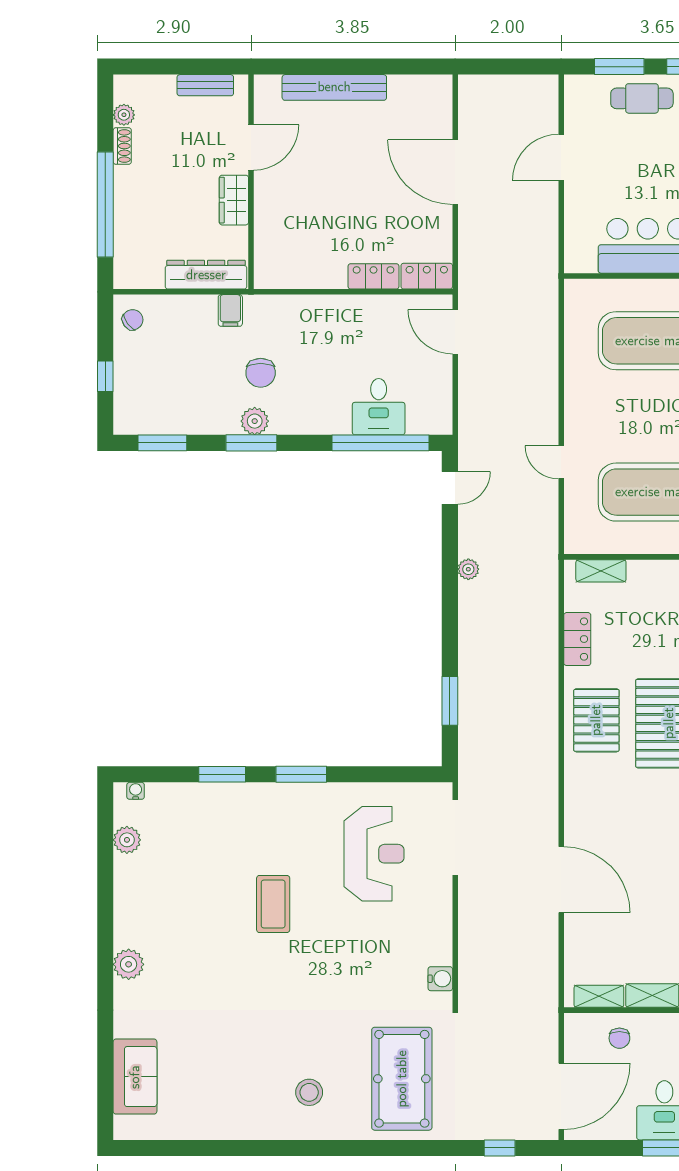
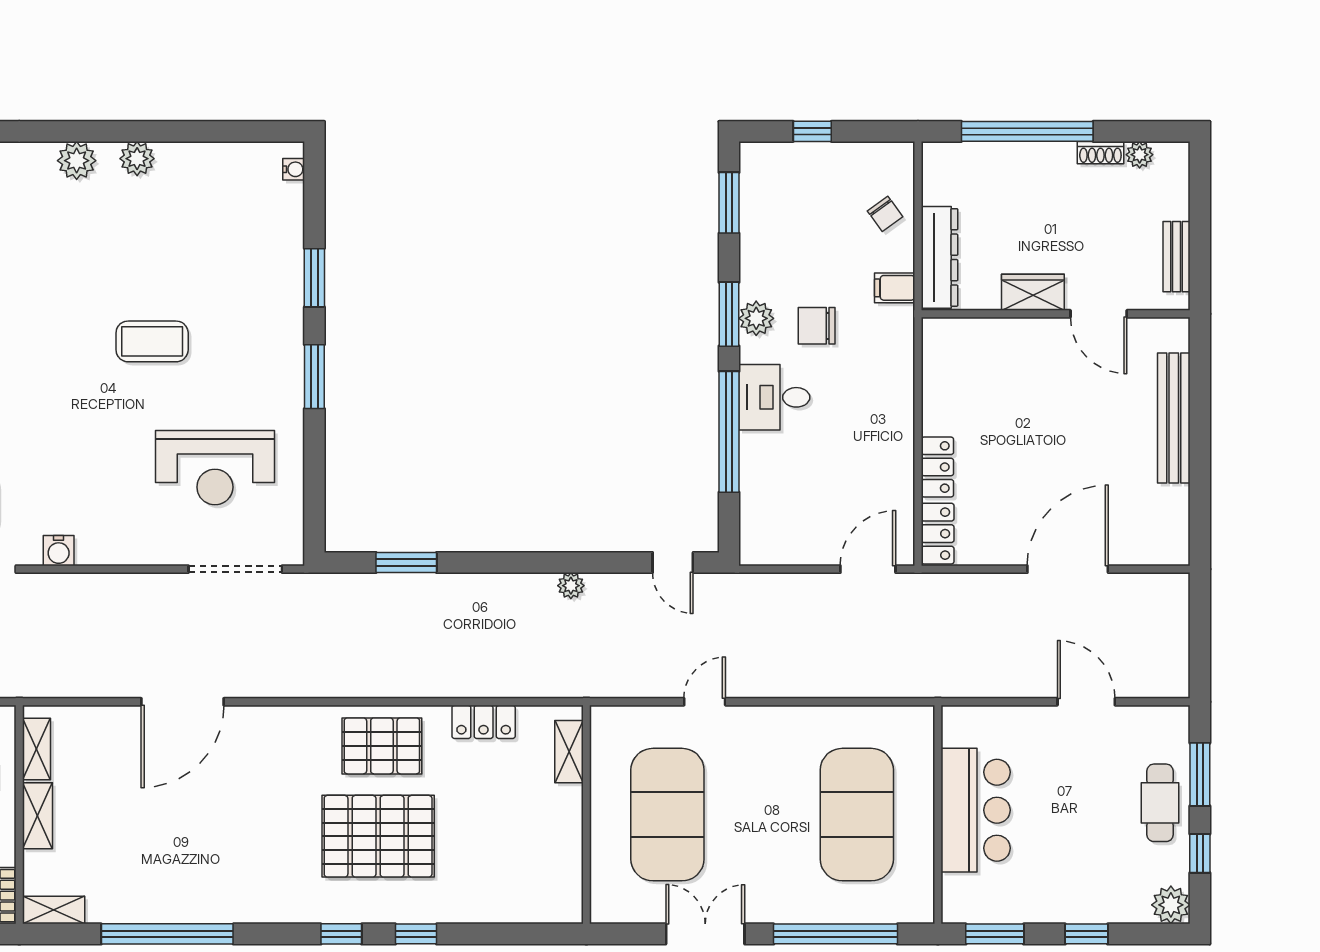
chair: (133, 320) -> (885, 214), moved
desk: (379, 407) -> (774, 397), moved
window: (380, 443) -> (729, 432), moved
plant: (127, 840) -> (137, 159), moved

